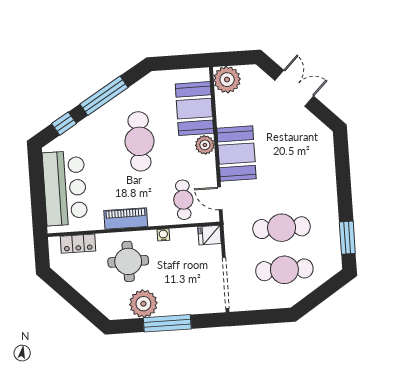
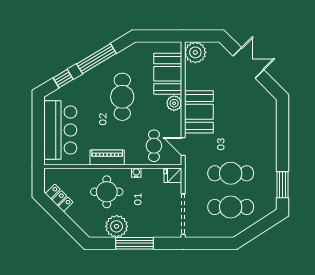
locker: (78, 244) -> (59, 198), moved, turned -135

